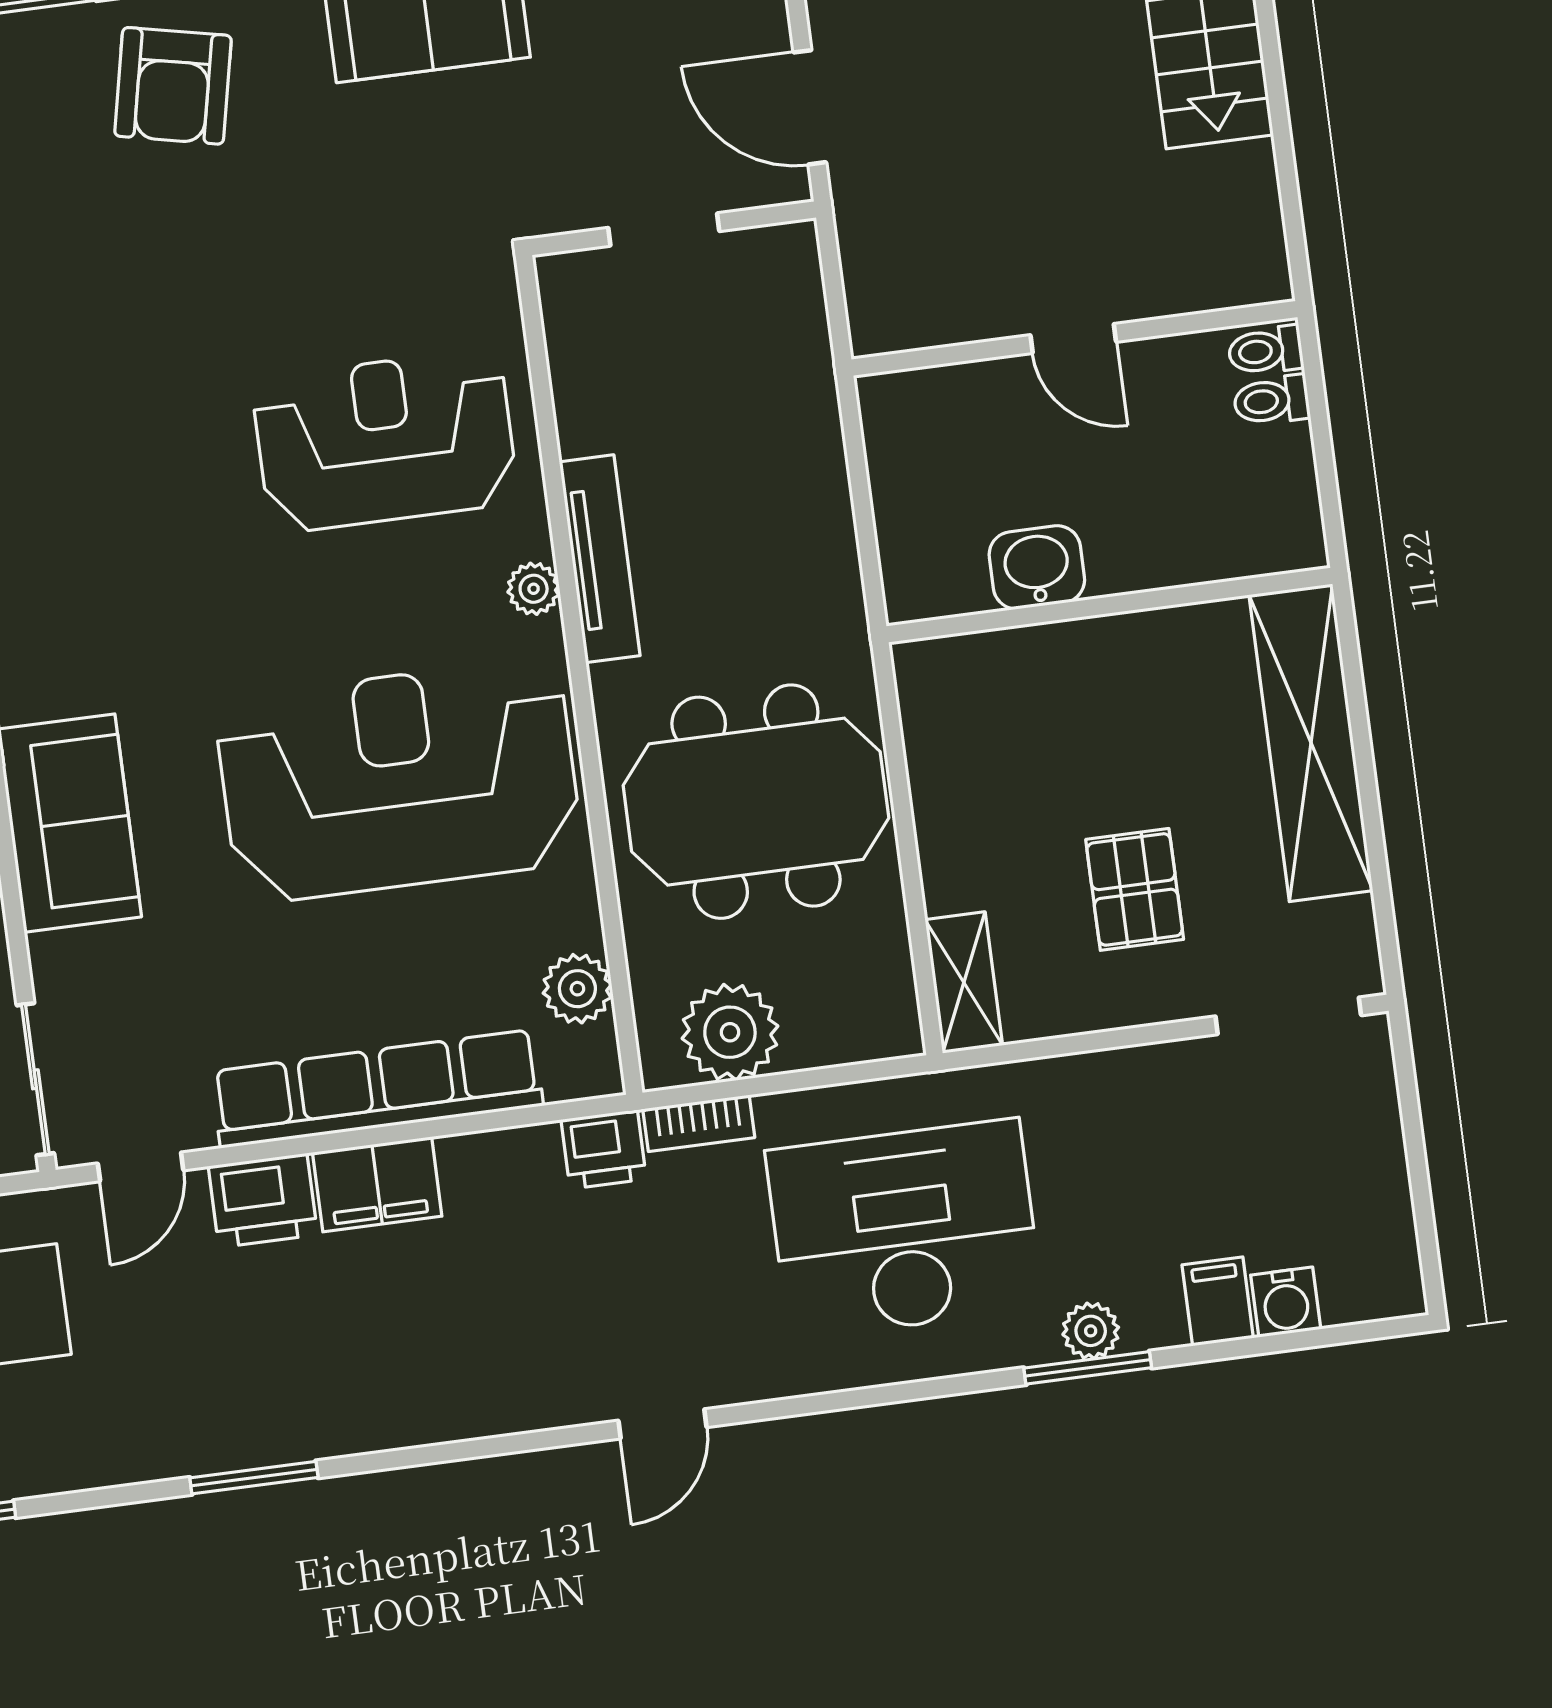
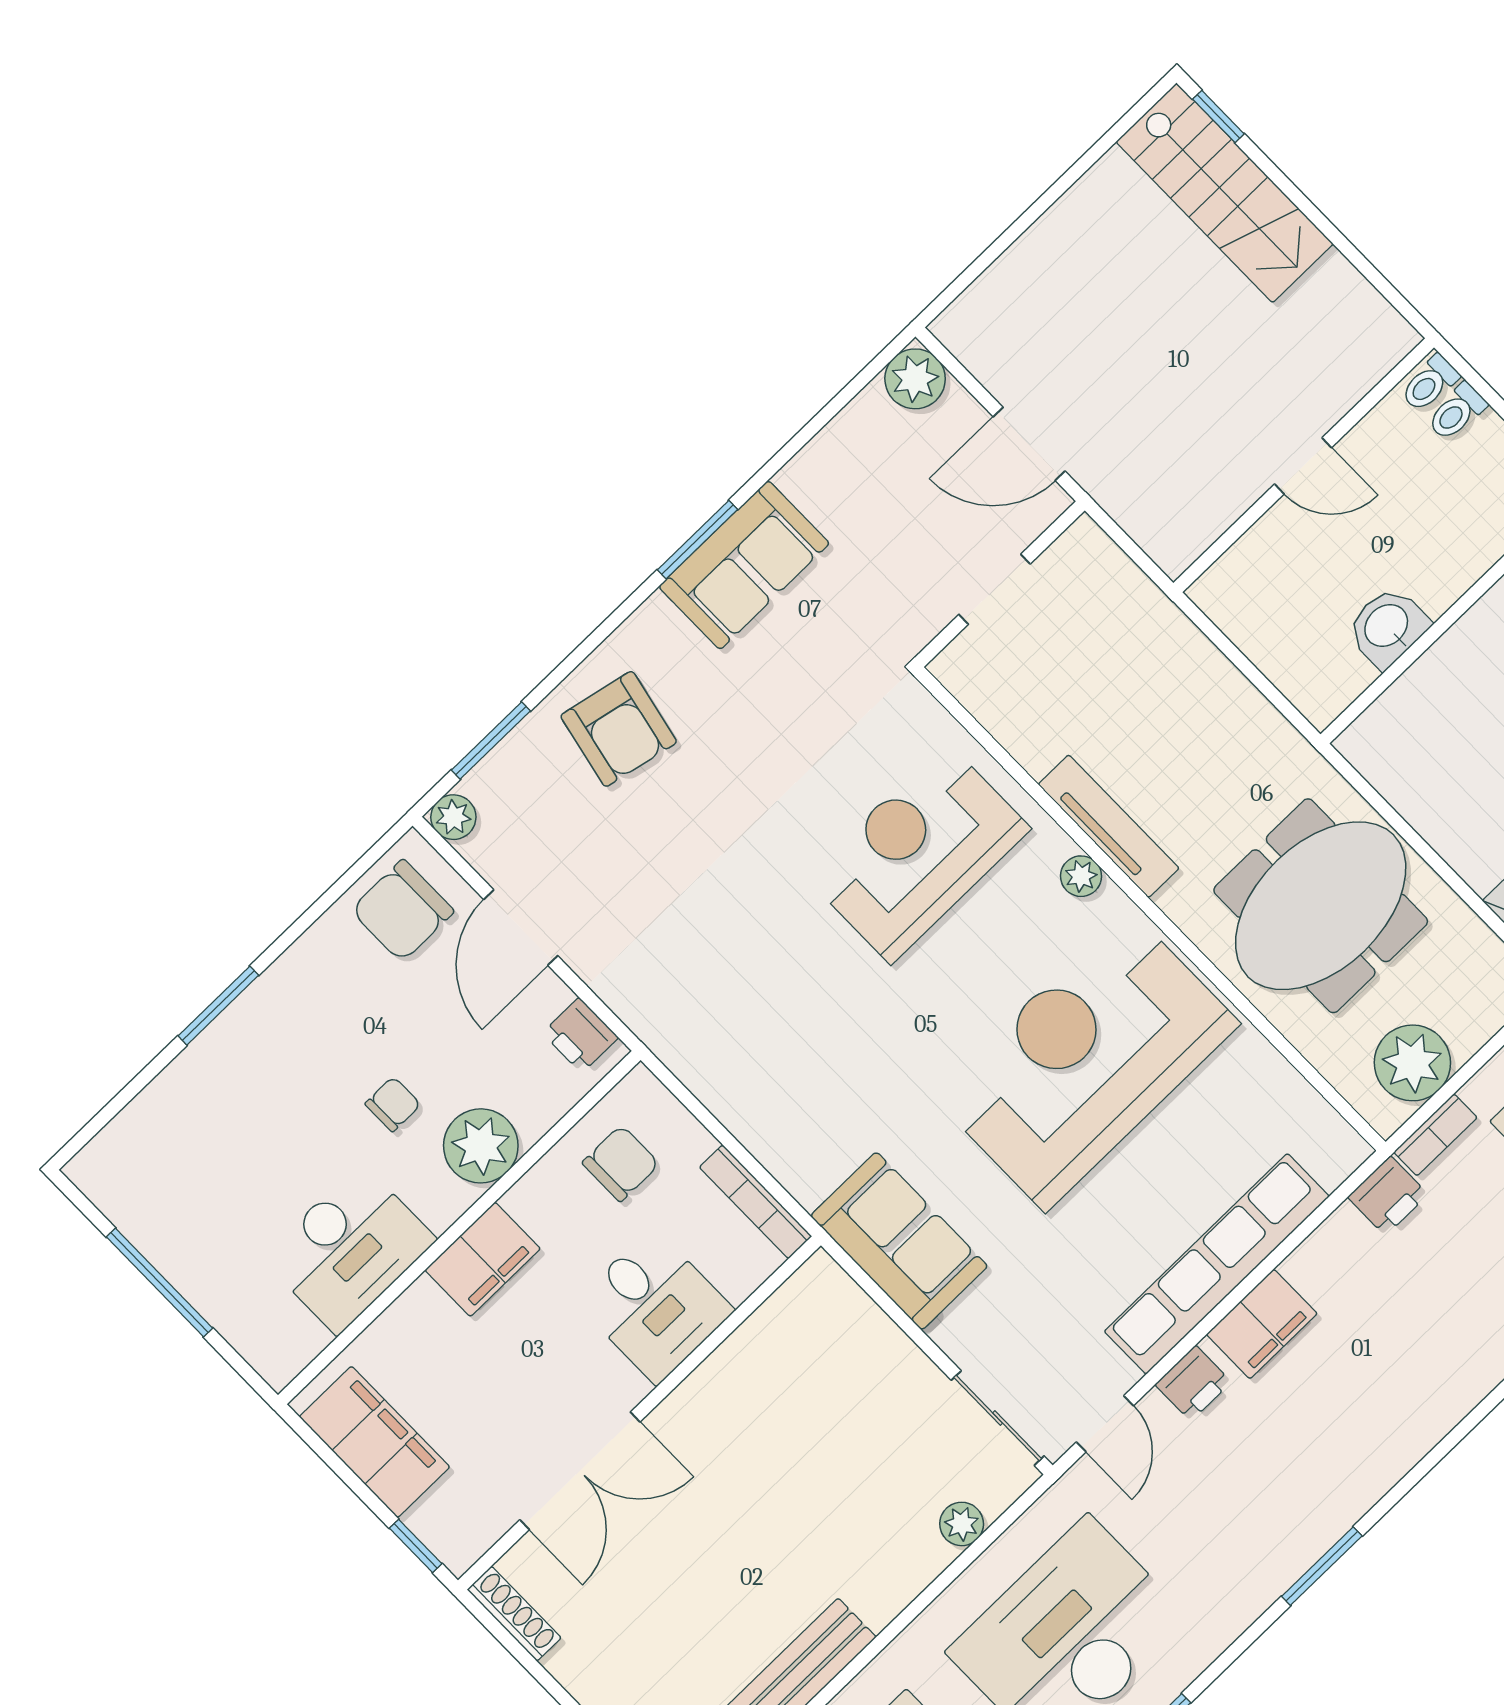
plant: (577, 989) -> (1296, 1107), removed
printer: (263, 1200) -> (1193, 1383), width x0.73, depth x0.81

